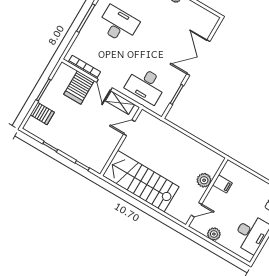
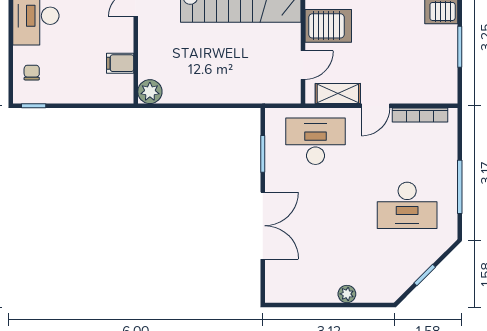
door: (104, 85) -> (376, 106), swing flipped
server rack: (79, 87) -> (328, 26), moved, turned 90
plant: (204, 180) -> (150, 92), moved

